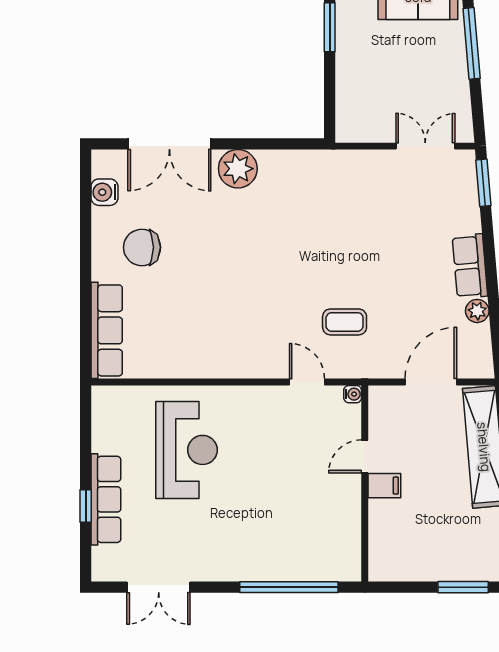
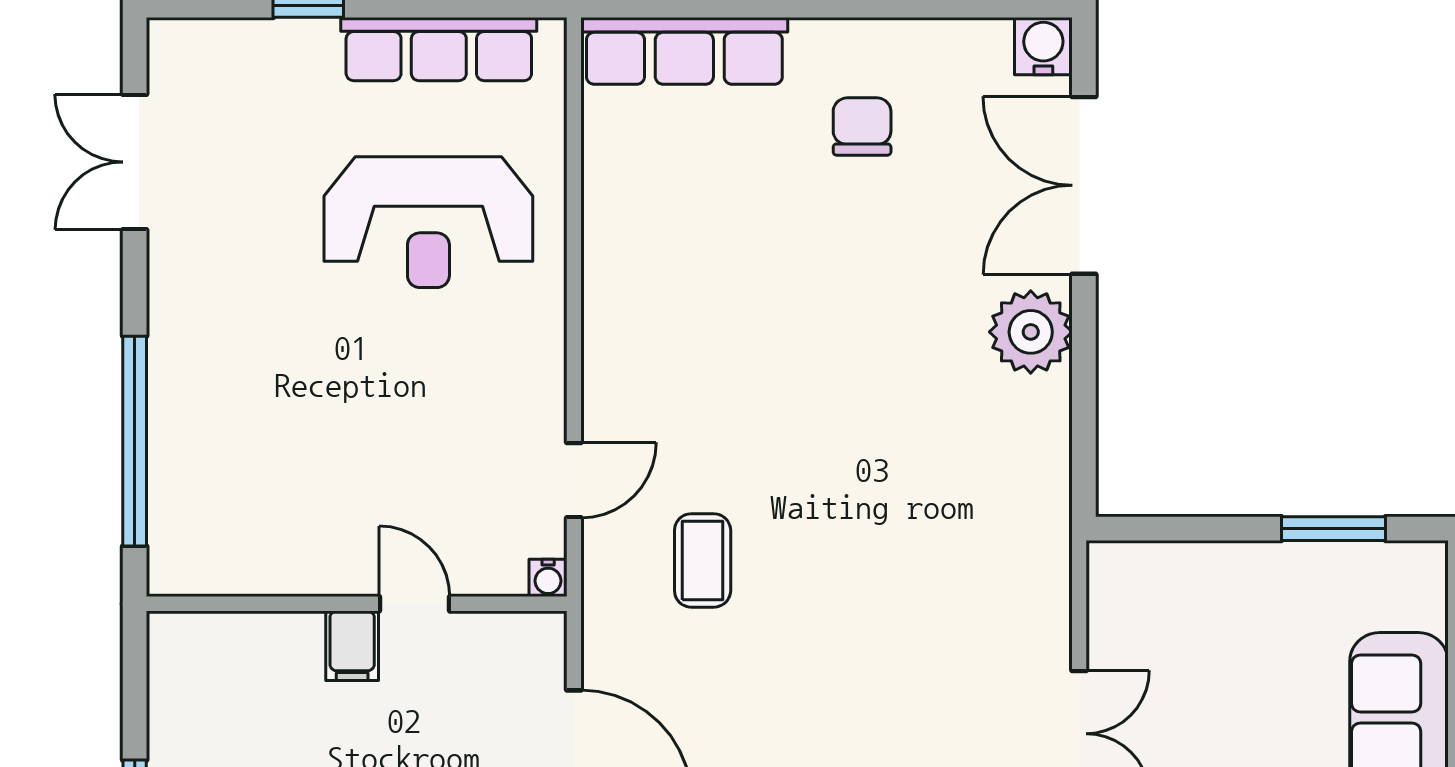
water cooler: (104, 192) -> (1043, 46), moved
chair: (142, 247) -> (862, 126), width x0.73, depth x0.73
row of seats: (106, 499) -> (439, 49), moved

